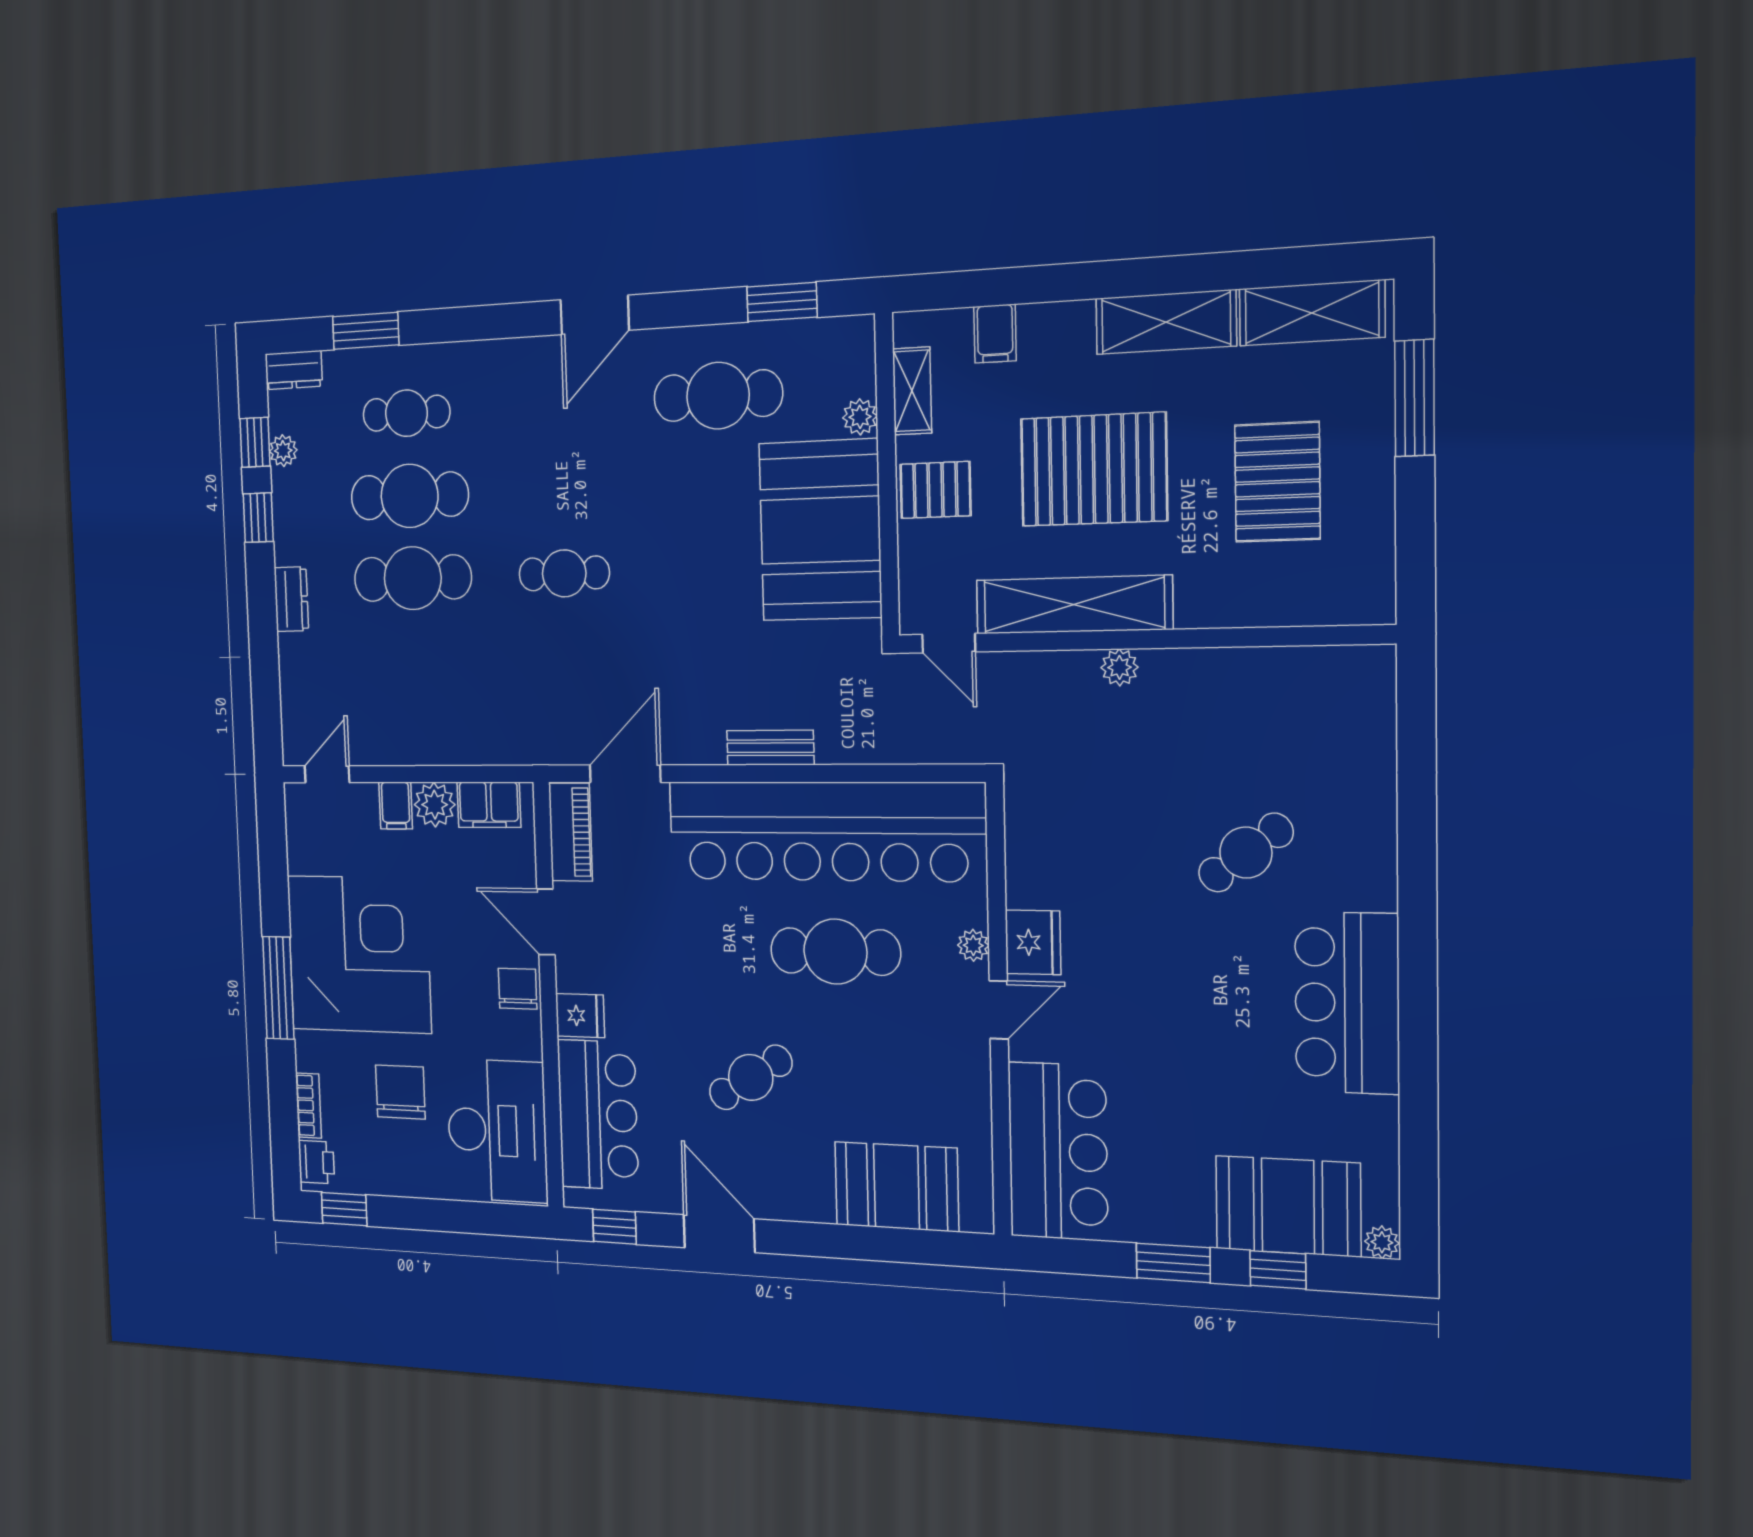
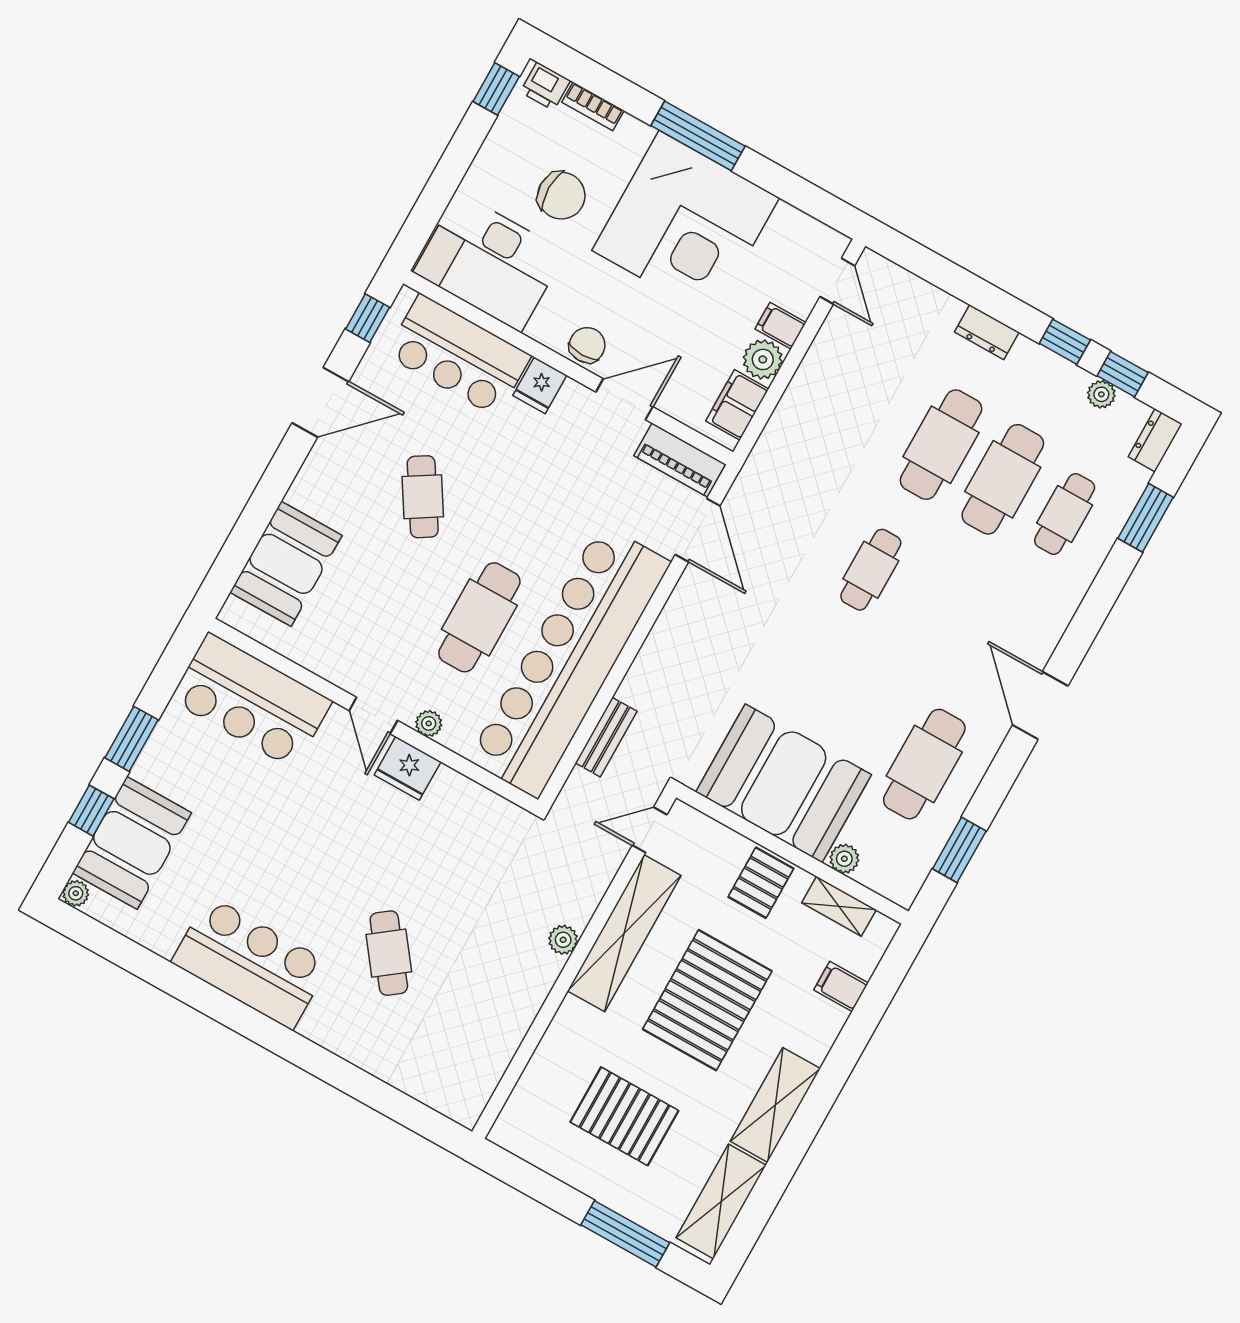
bench: (770, 748) -> (606, 737), moved
chair: (518, 989) -> (587, 345), turned -90

